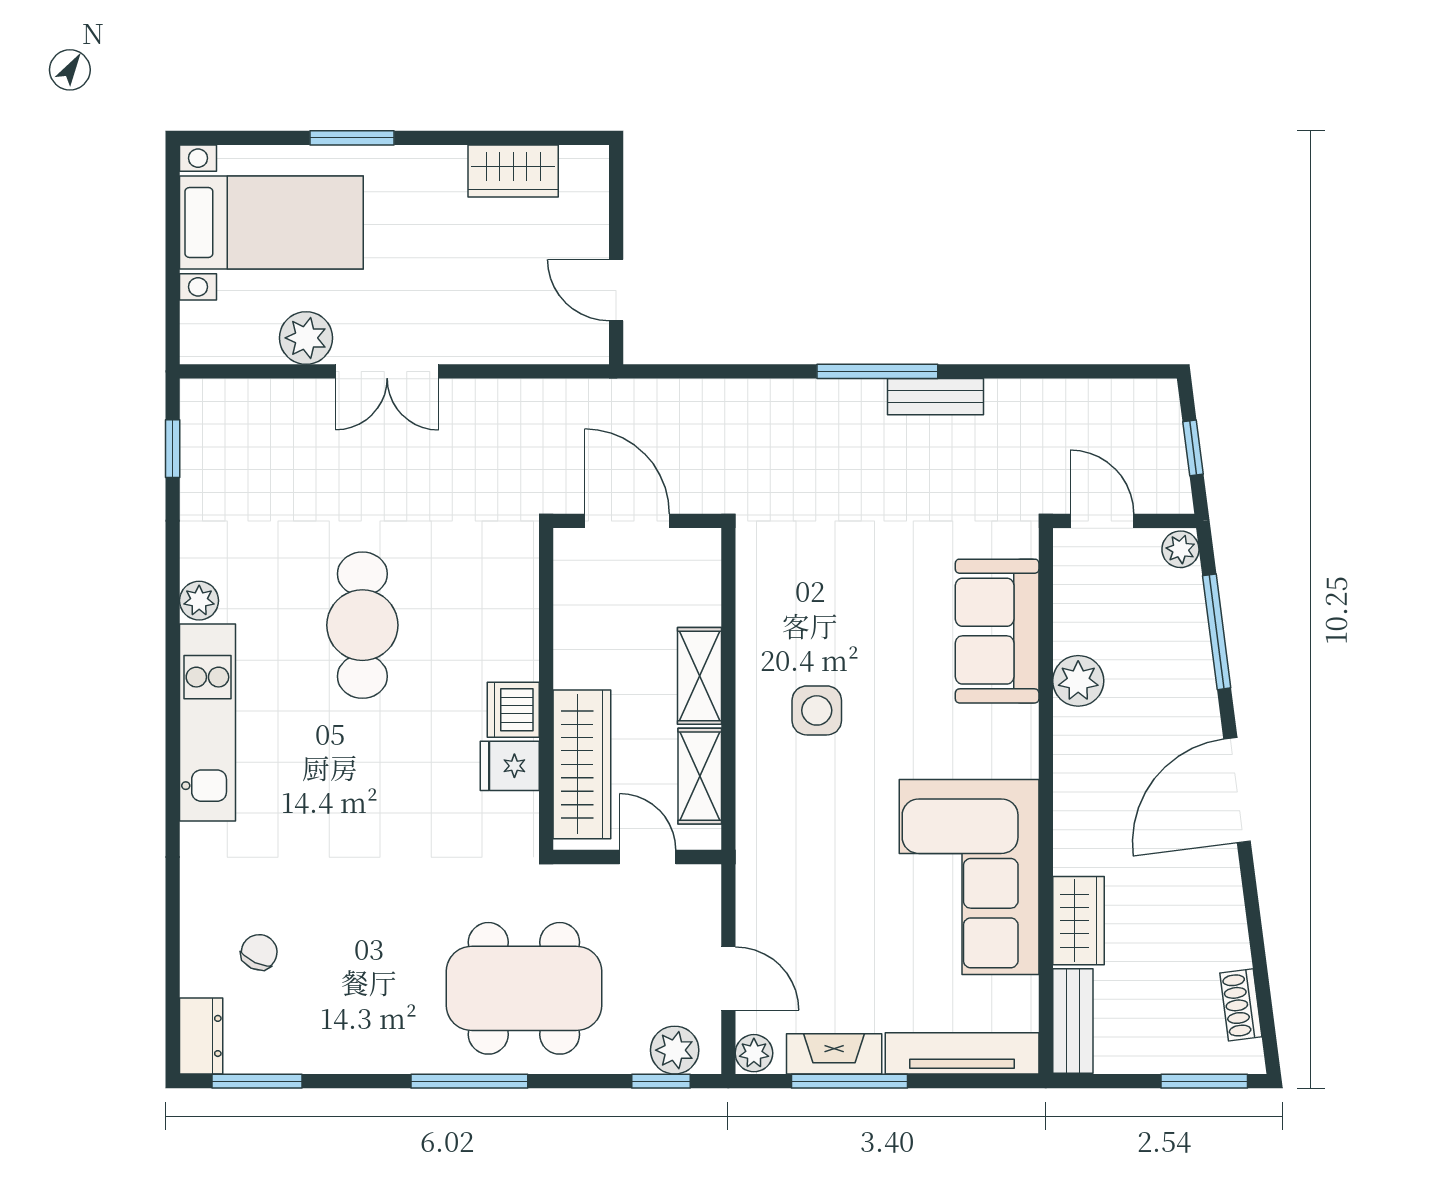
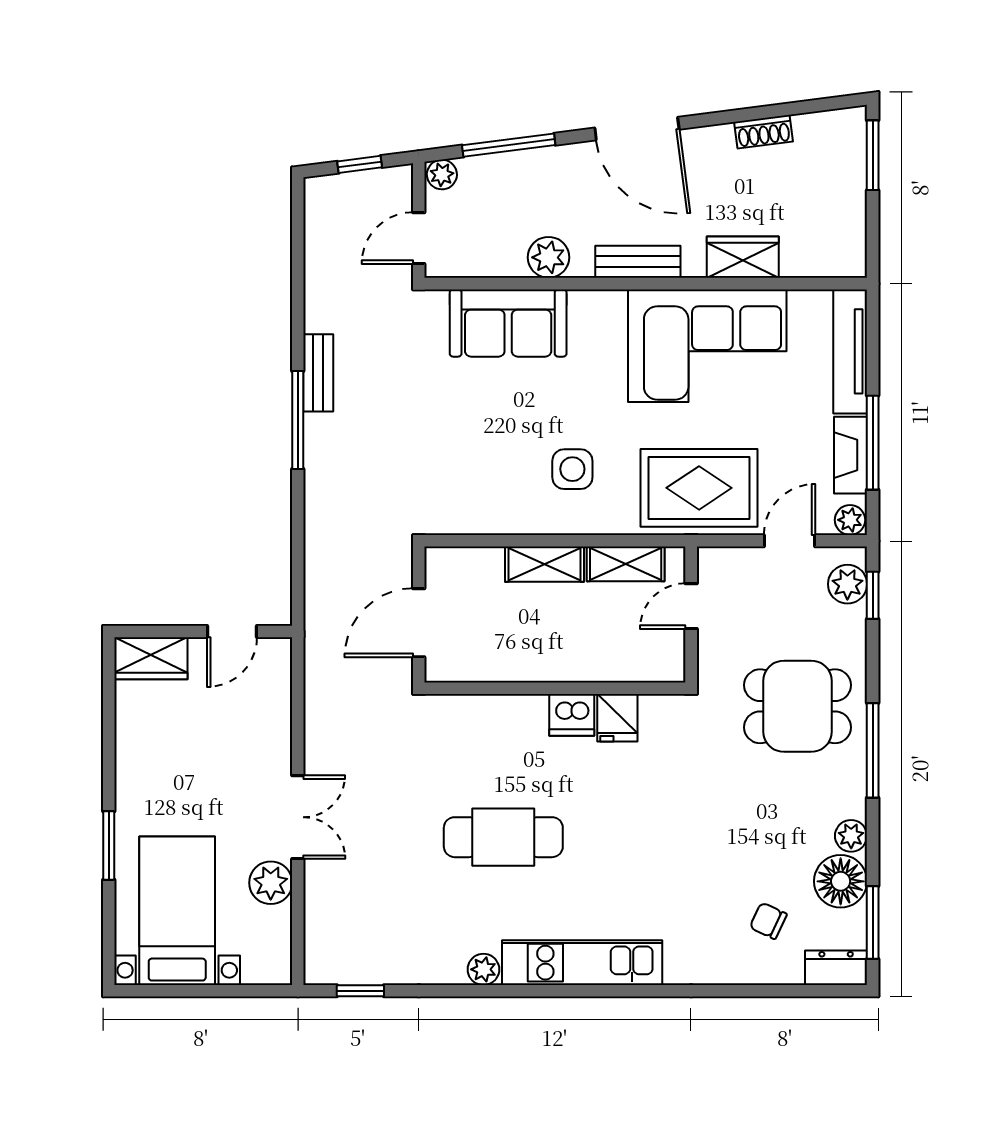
wardrobe: (513, 171) -> (151, 658), moved, turned 90
wardrobe: (582, 764) -> (616, 659), removed
rug: (793, 867) -> (699, 488), added
dining table: (524, 988) -> (798, 706), width x0.73
shoe rack: (1241, 1005) -> (764, 132), moved
bench: (1073, 1021) -> (638, 262), moved
floor lamp: (308, 1042) -> (841, 881), added
plant: (364, 1054) -> (851, 836), added

